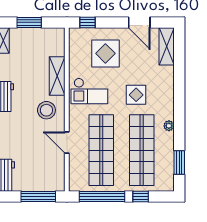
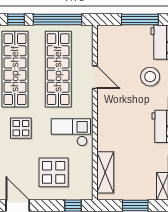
shelving: (57, 76) -> (105, 172), moved
stool: (46, 110) -> (150, 77), moved
window: (38, 197) -> (140, 19), moved

